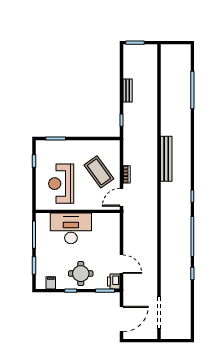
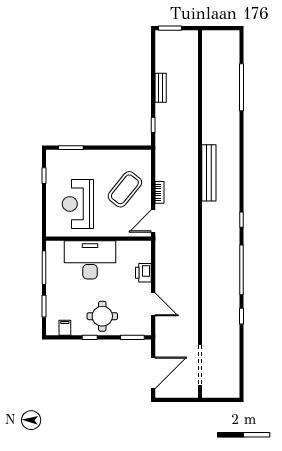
coffee table: (99, 172) -> (125, 189), turned 75
printer: (114, 281) -> (143, 273), moved

